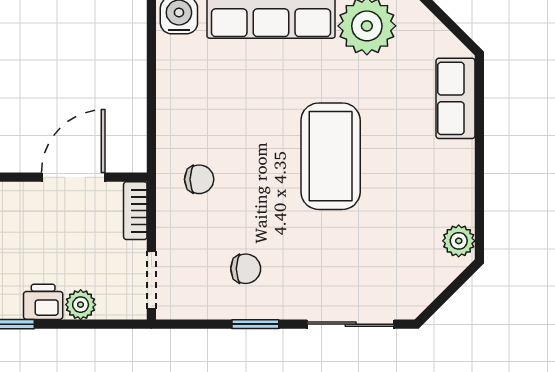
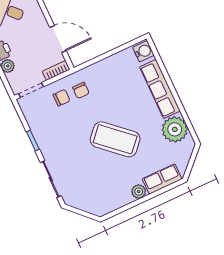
coffee table: (331, 156) -> (115, 139), turned 42
plant: (459, 241) -> (139, 192), moved
chair: (246, 269) -> (62, 98), moved, turned -90

